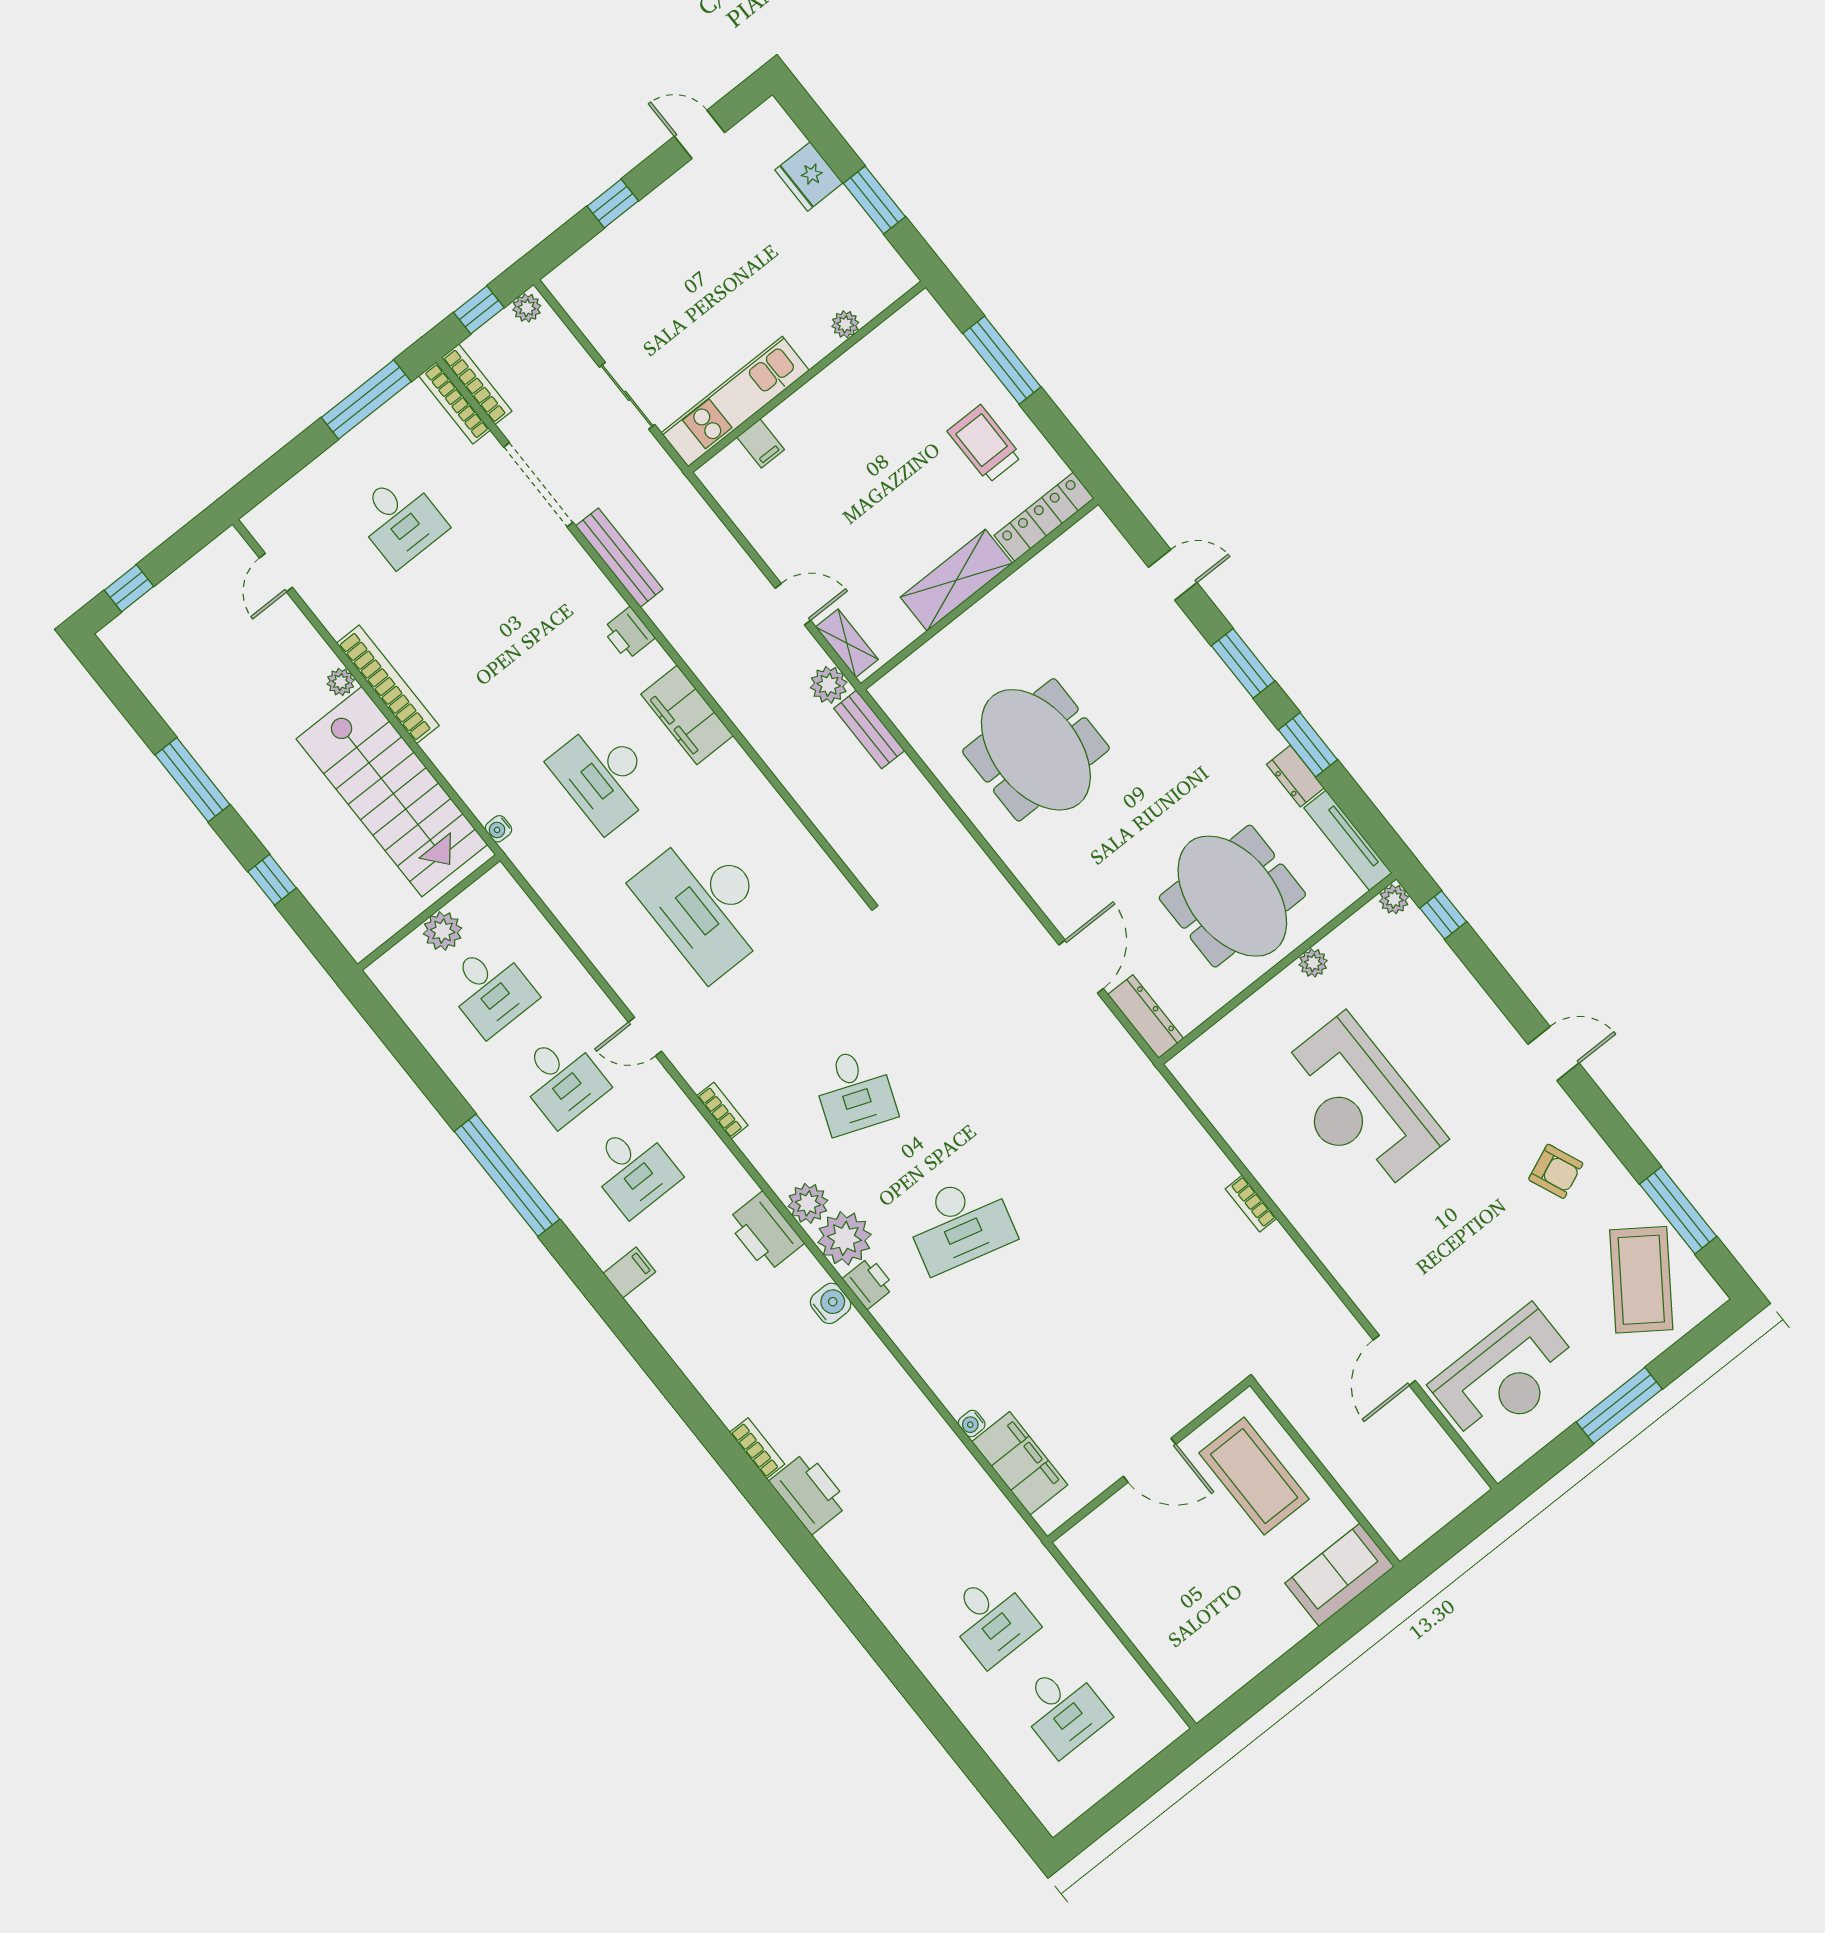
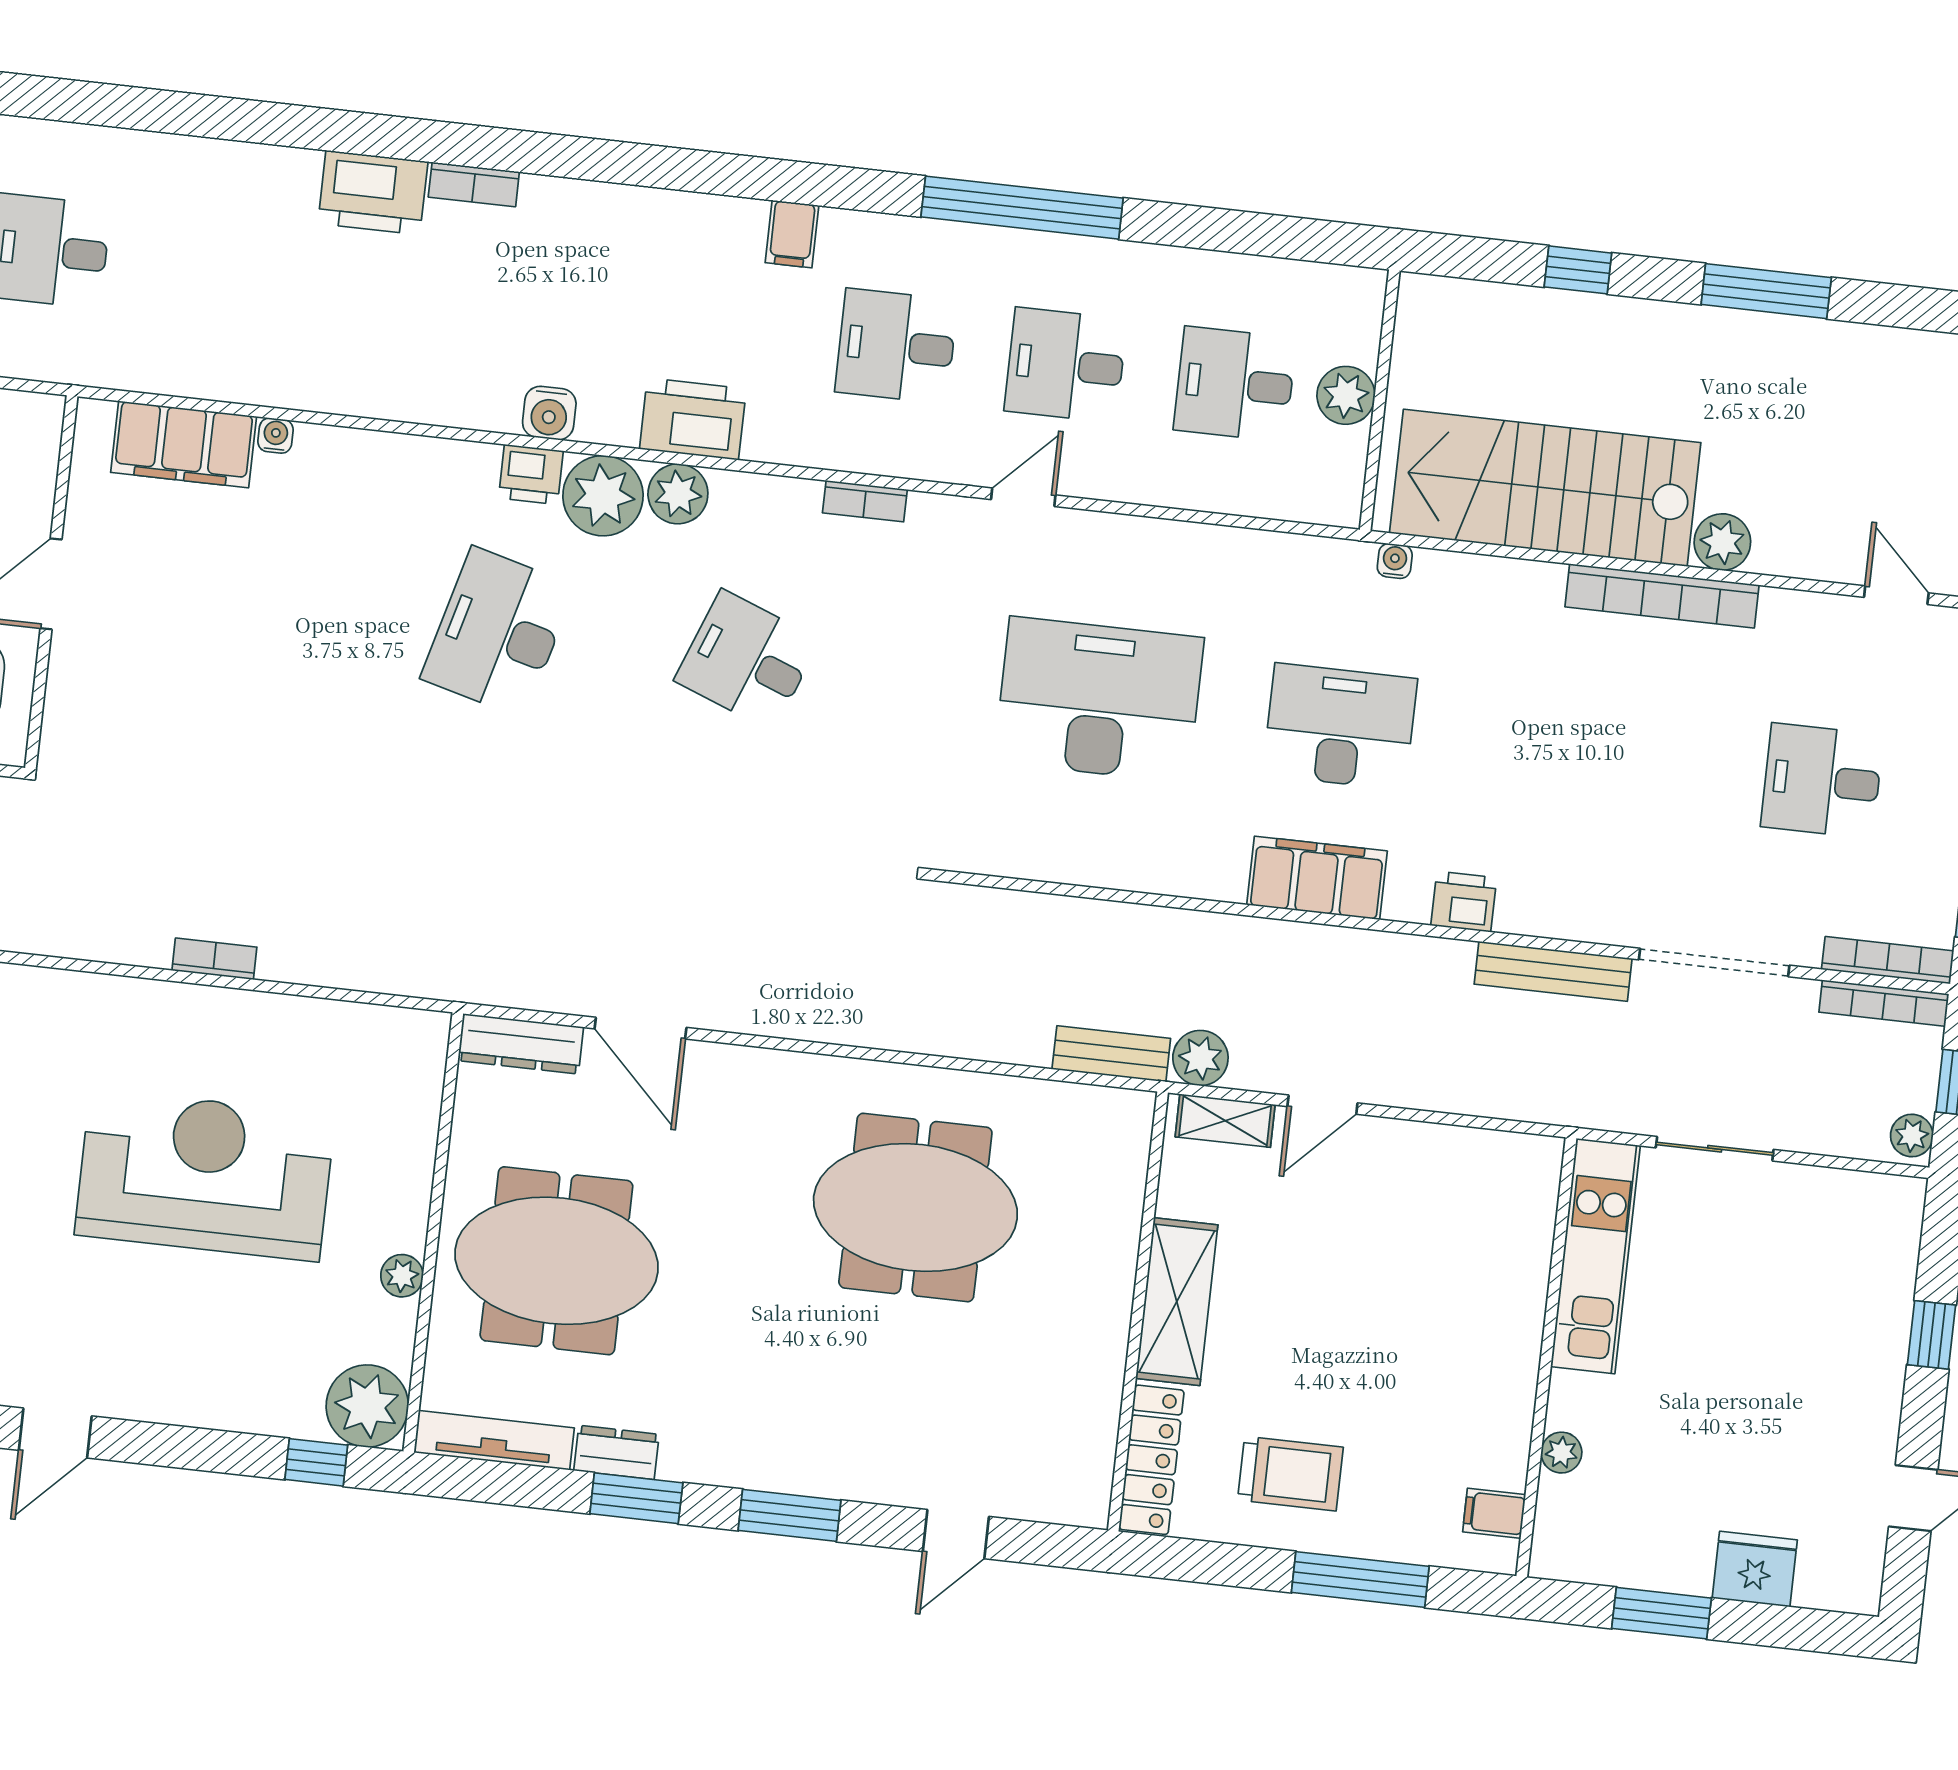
filing cabinet: (761, 443) -> (1494, 1513), moved
plant: (341, 682) -> (1722, 542), width x1.38, depth x1.38
plant: (1394, 899) -> (367, 1406), width x1.88, depth x1.88

